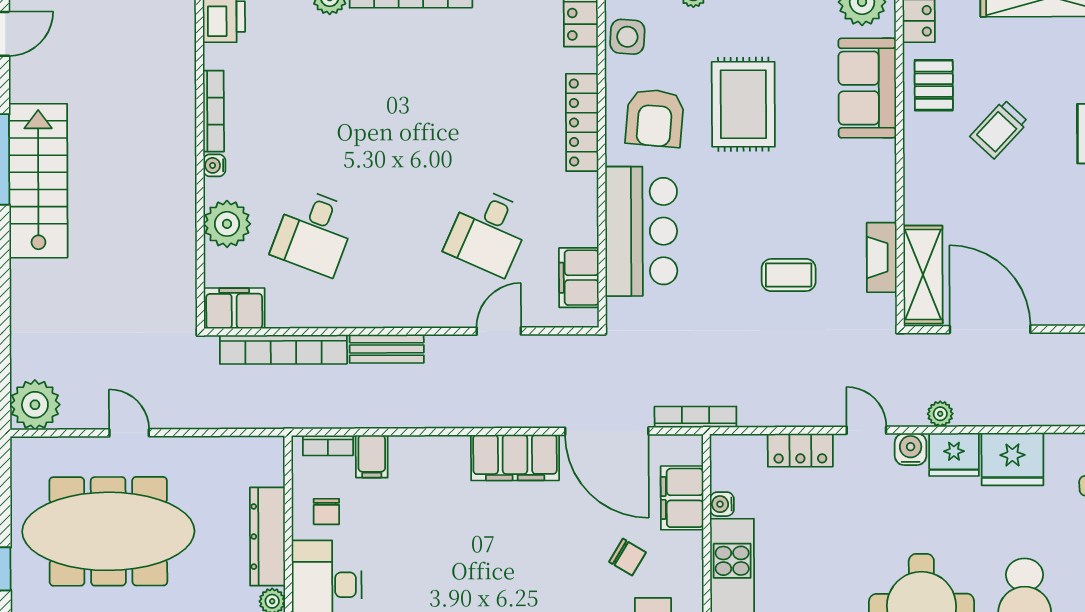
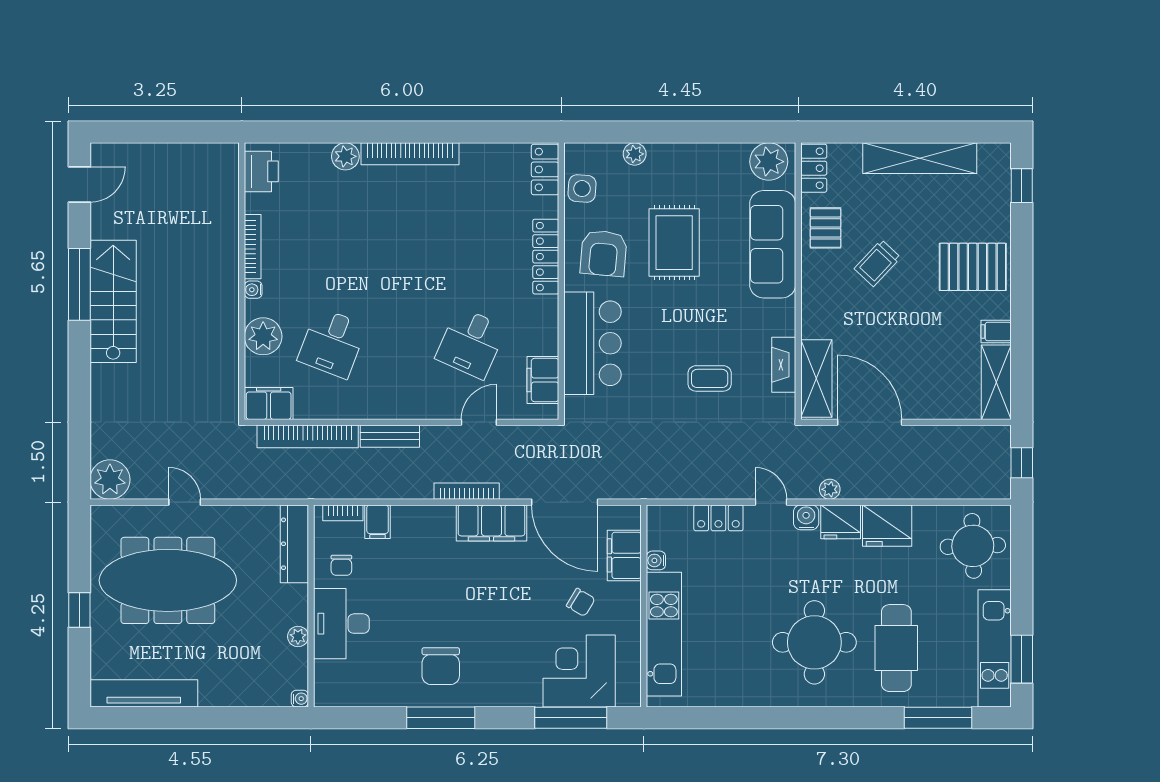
sofa: (867, 88) -> (773, 244), width x1.36
bookcase: (695, 417) -> (467, 491), moved
dresser: (267, 537) -> (294, 544), moved

